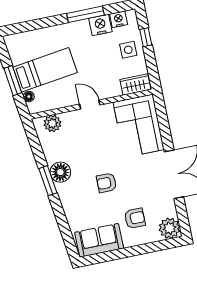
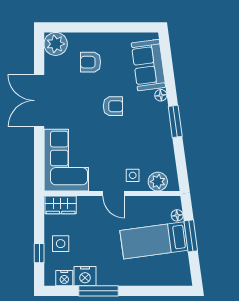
side table: (76, 124) -> (133, 175), added
floor lamp: (60, 172) -> (161, 95), moved, width x0.53, depth x0.53
sofa: (99, 240) -> (148, 65), moved, turned 82

